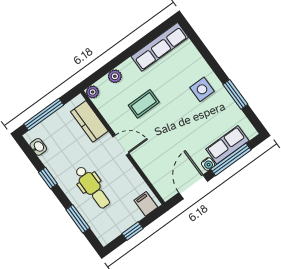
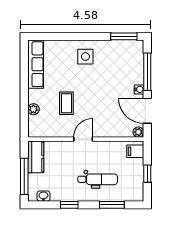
plant: (93, 92) -> (138, 132), moved
window: (235, 94) -> (124, 36), moved
kitchen counter: (89, 121) -> (36, 157), moved, turned -90
row of seats: (227, 145) -> (136, 67), removed

